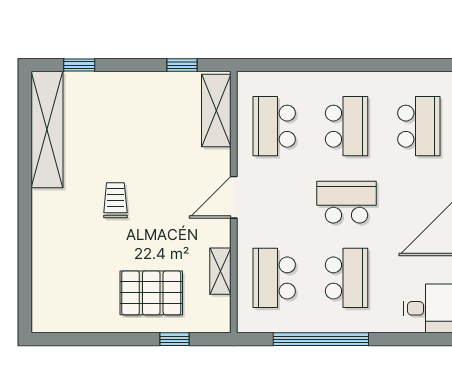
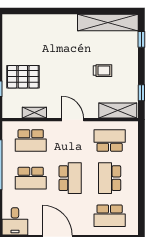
school desk: (347, 126) -> (110, 178), turned 90
trolley: (115, 200) -> (103, 71), moved
school desk: (274, 278) -> (31, 141), turned 180
pallet: (151, 293) -> (23, 77), turned 90

